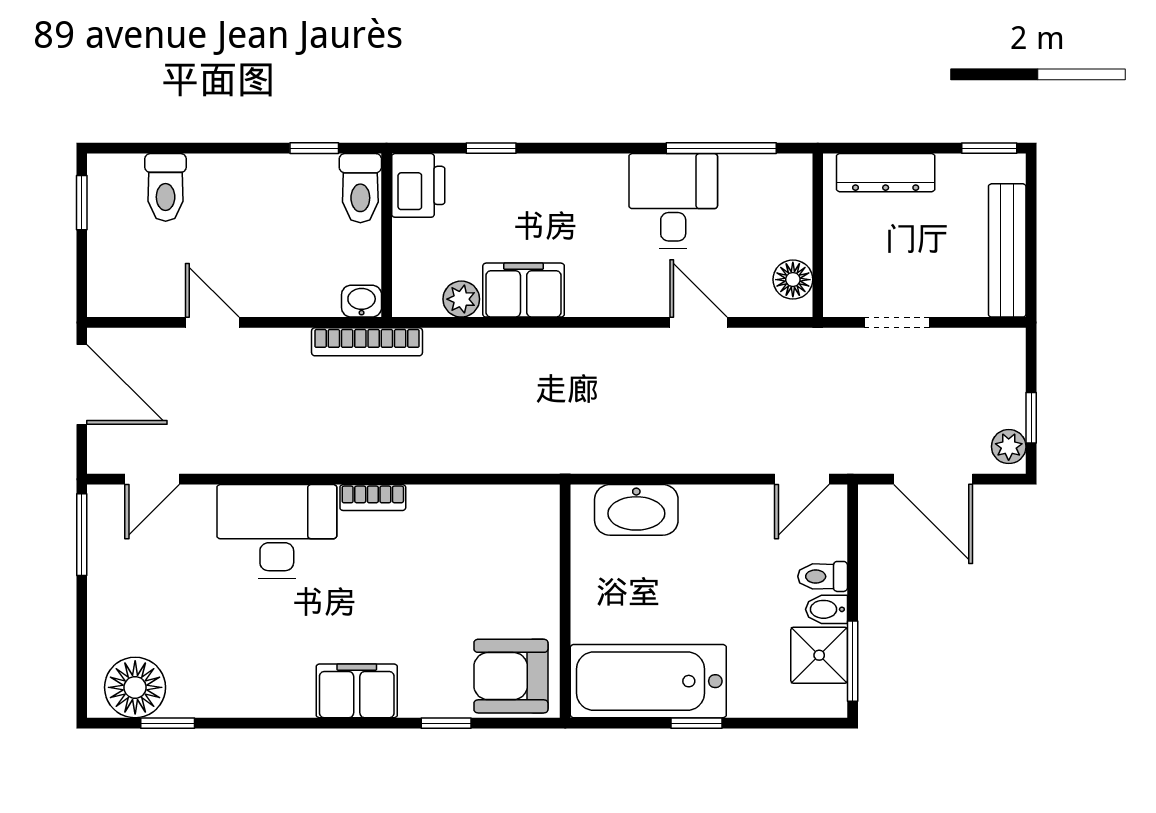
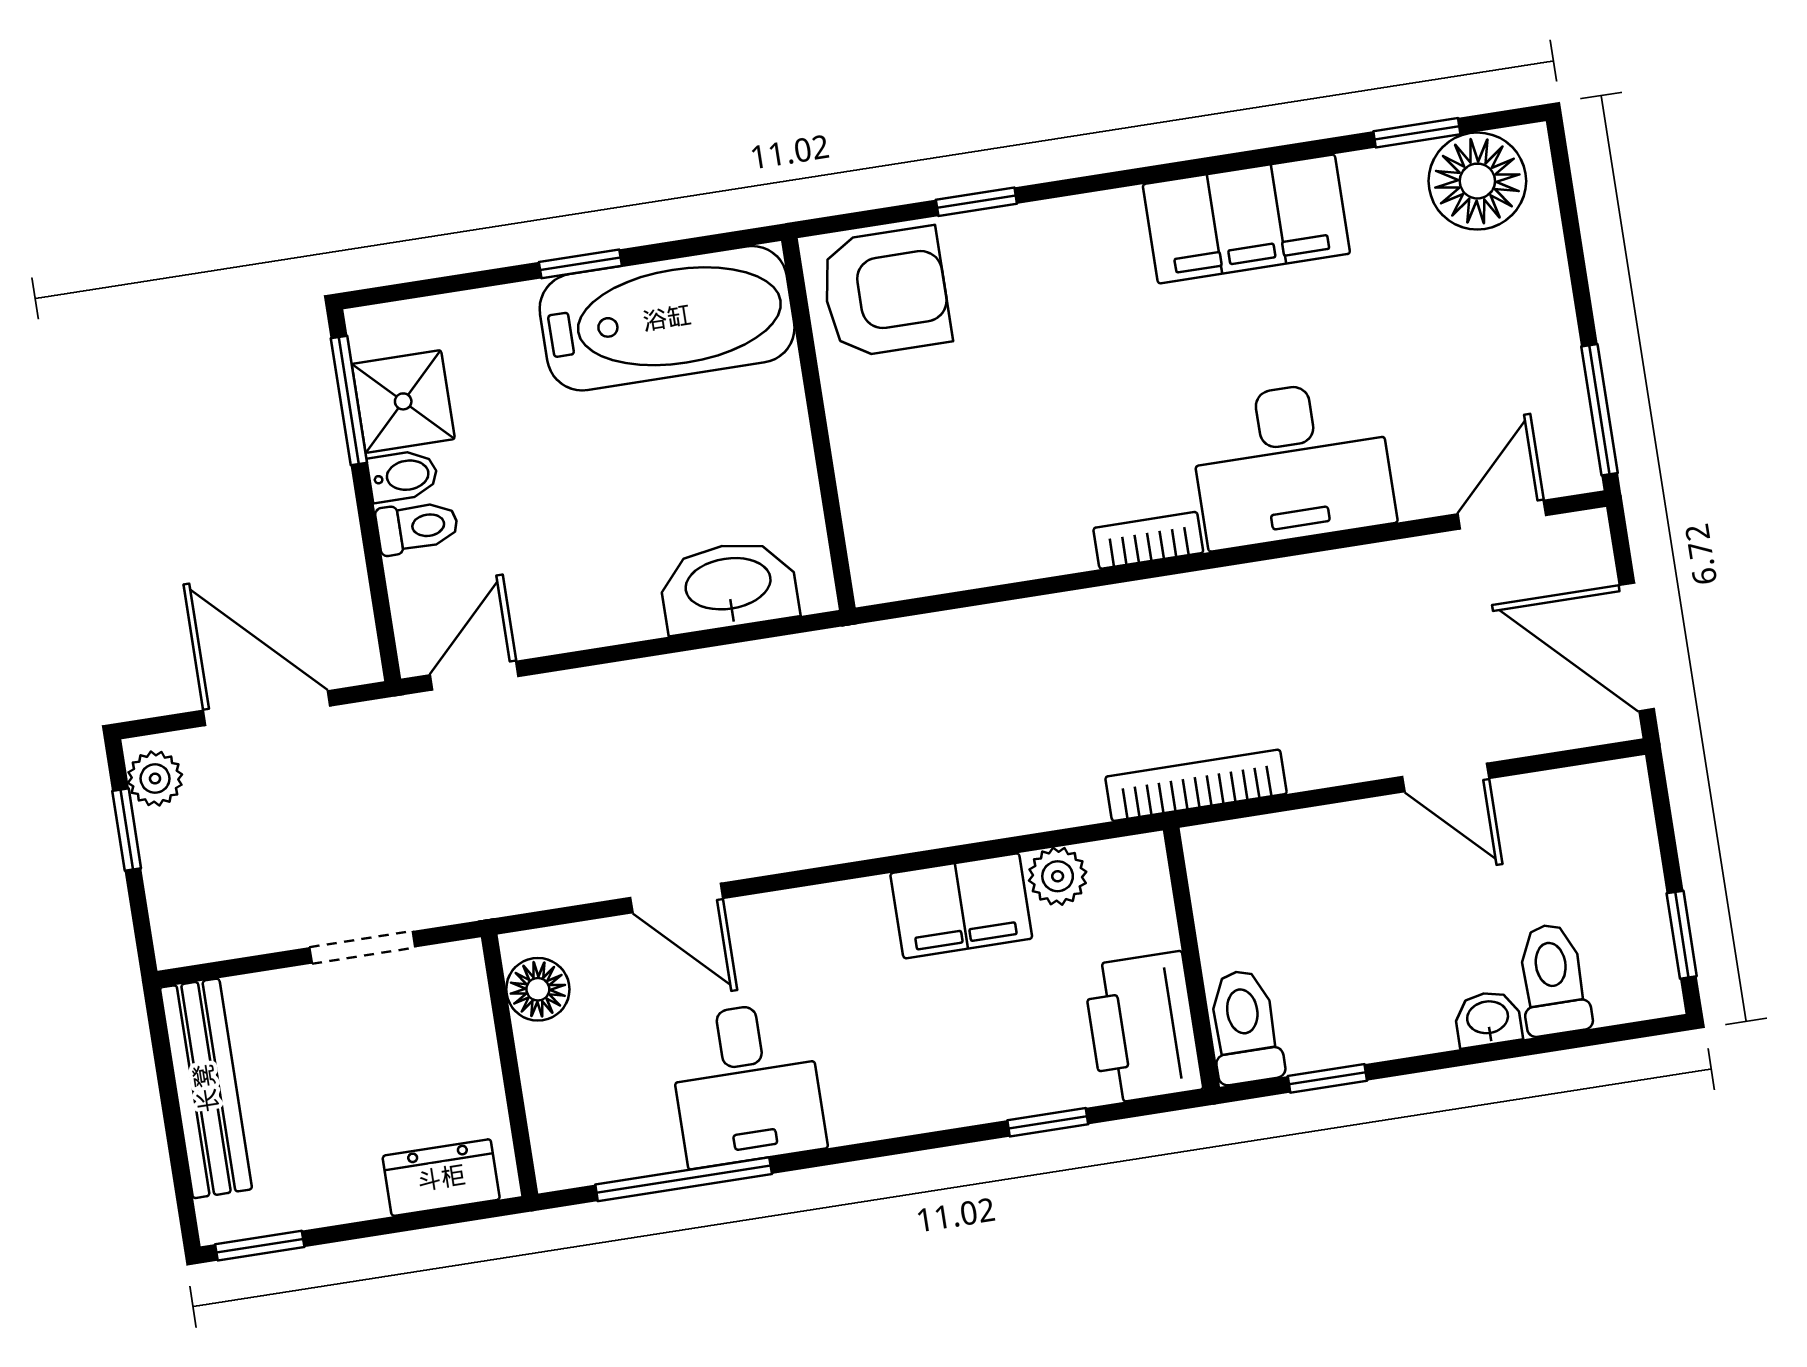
dresser: (886, 173) -> (441, 1178), width x0.70
printer: (418, 185) -> (1143, 1028), width x1.37, depth x1.19
washbasin: (362, 301) -> (1488, 1019), moved, turned 180
filing cabinet: (357, 691) -> (1246, 219), moved, width x1.50, depth x1.17

